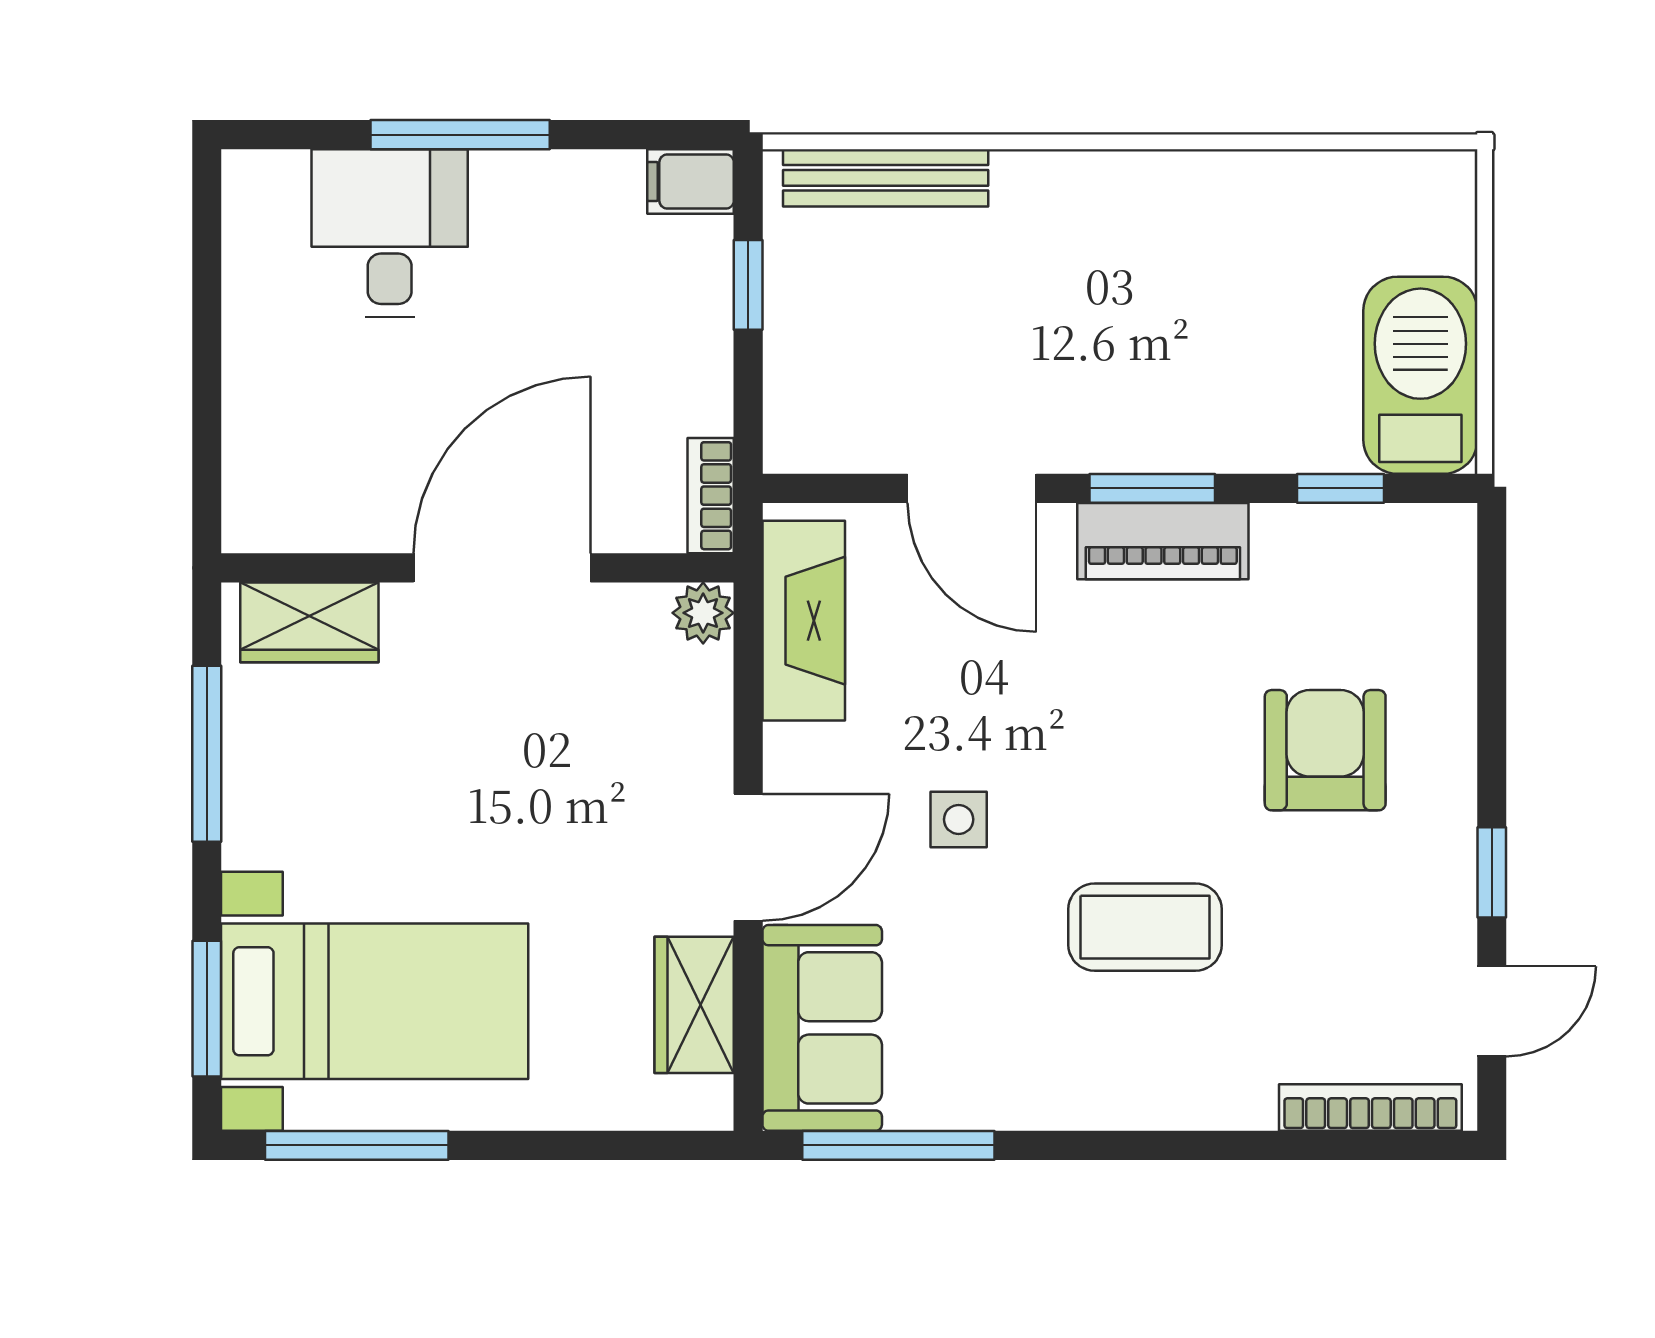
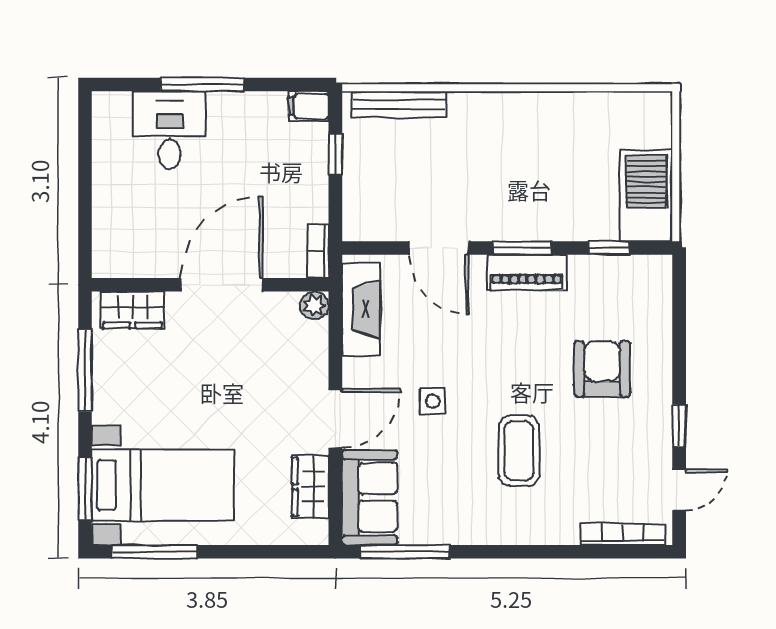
coffee table: (1145, 927) -> (519, 451), turned 90

